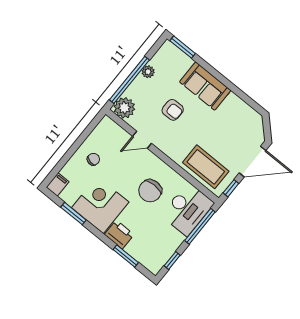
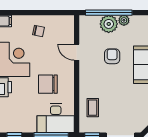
plant: (124, 108) -> (109, 24), moved
armchair: (173, 110) -> (112, 56), turned 180
coffee table: (206, 167) -> (93, 108), width x0.54, depth x0.58

